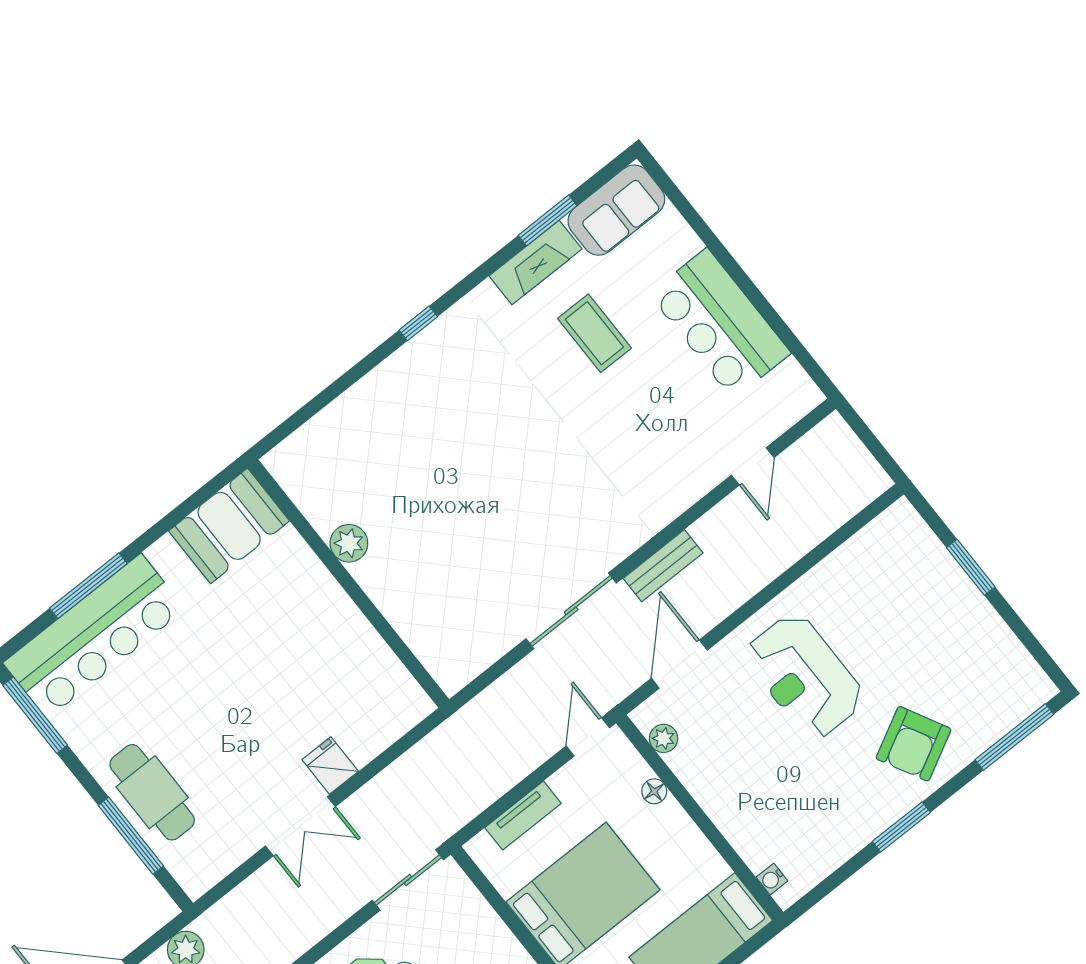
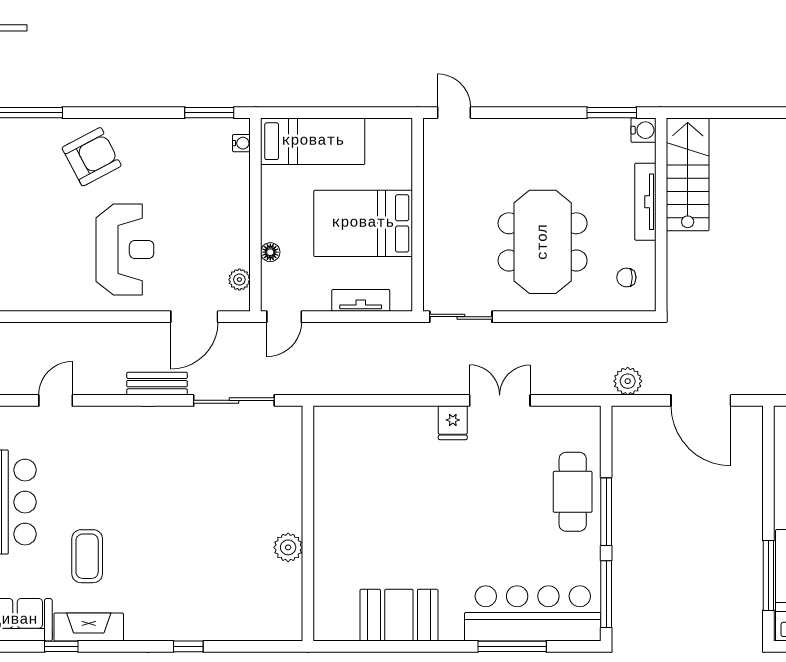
window: (548, 220) -> (61, 646), width x0.67
plant: (349, 543) -> (288, 547), moved
wall: (348, 584) -> (308, 523), moved
window: (901, 827) -> (209, 113), moved
window: (131, 836) -> (606, 512), moved

